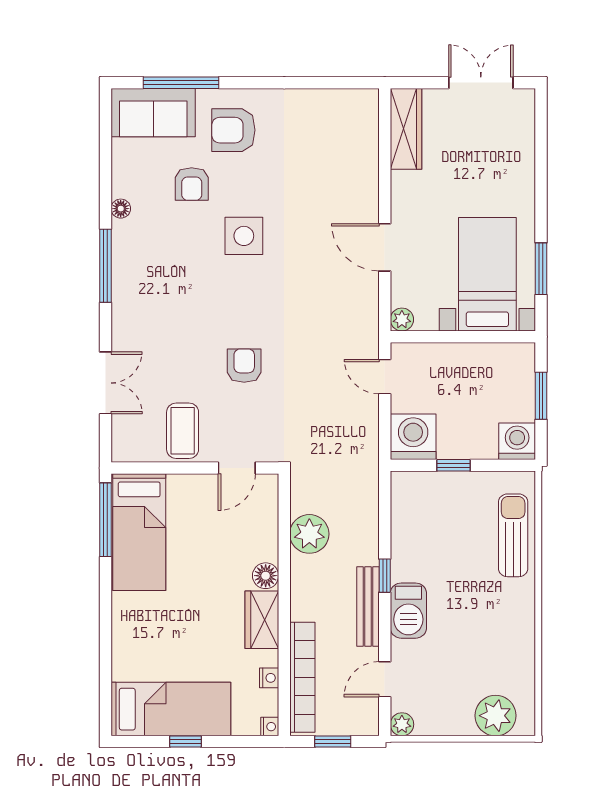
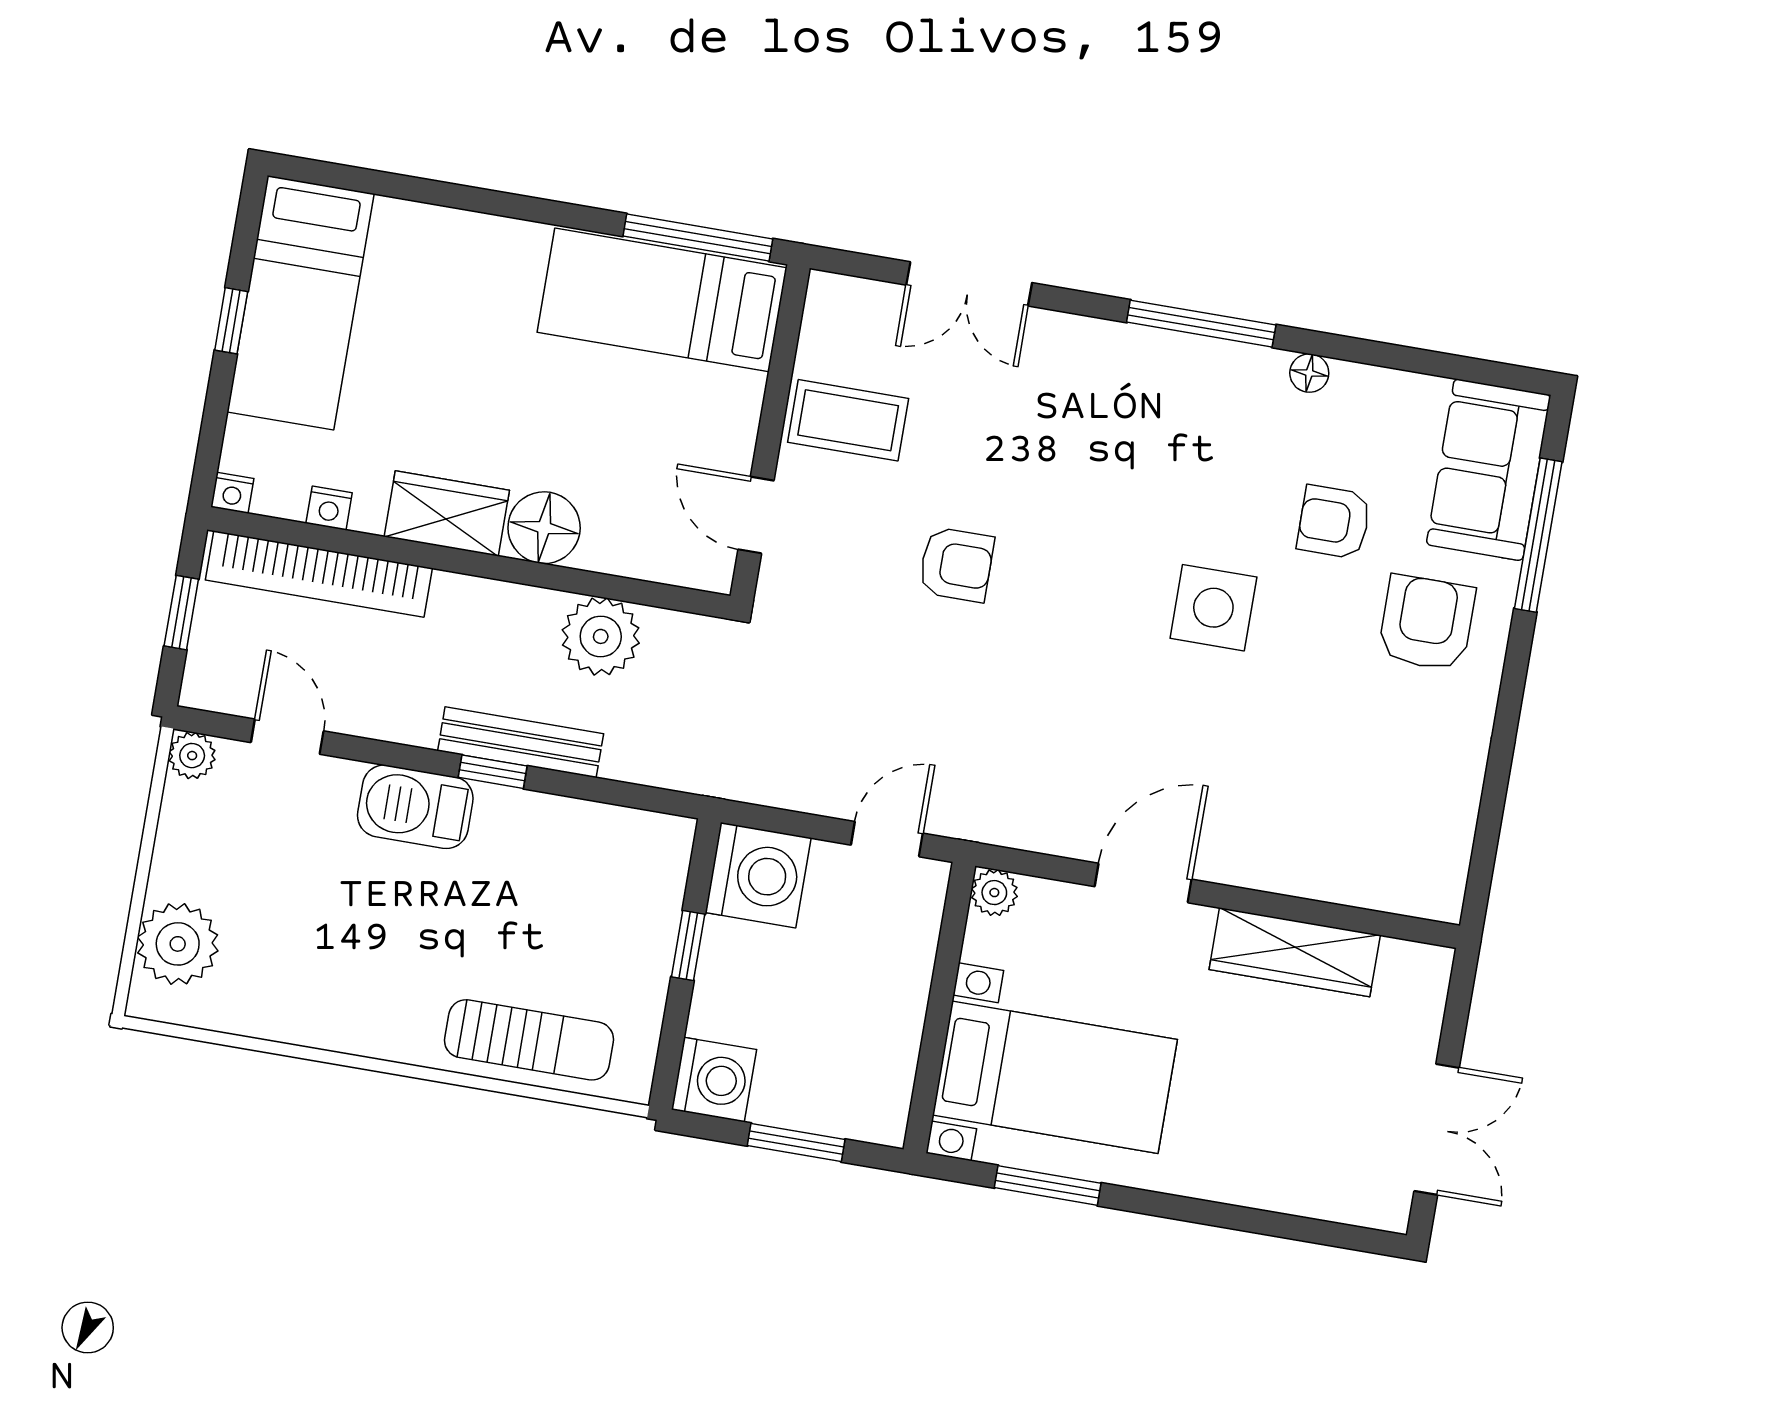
wardrobe: (406, 129) -> (1295, 952), moved
floor lamp: (266, 576) -> (544, 528), width x1.38, depth x1.38
bench: (368, 606) -> (521, 742), moved

